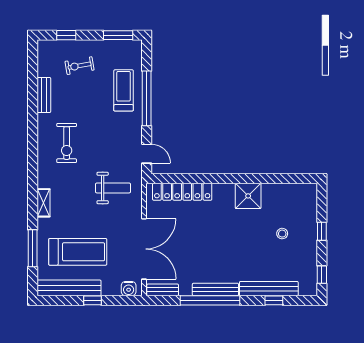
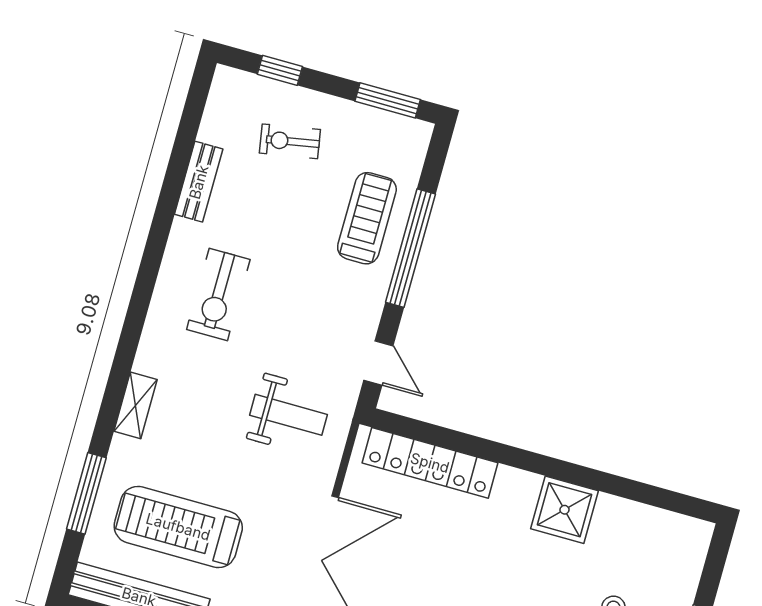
treadmill: (78, 252) -> (178, 527), turned 180

